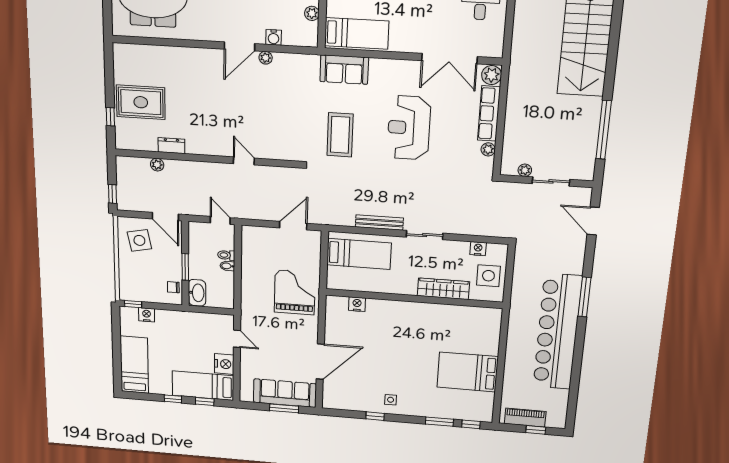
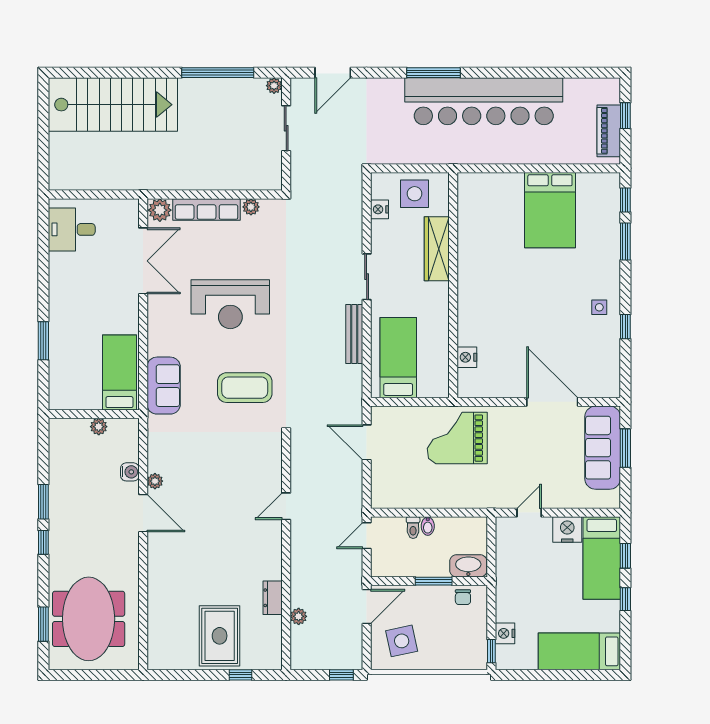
plant: (525, 170) -> (274, 86), moved

